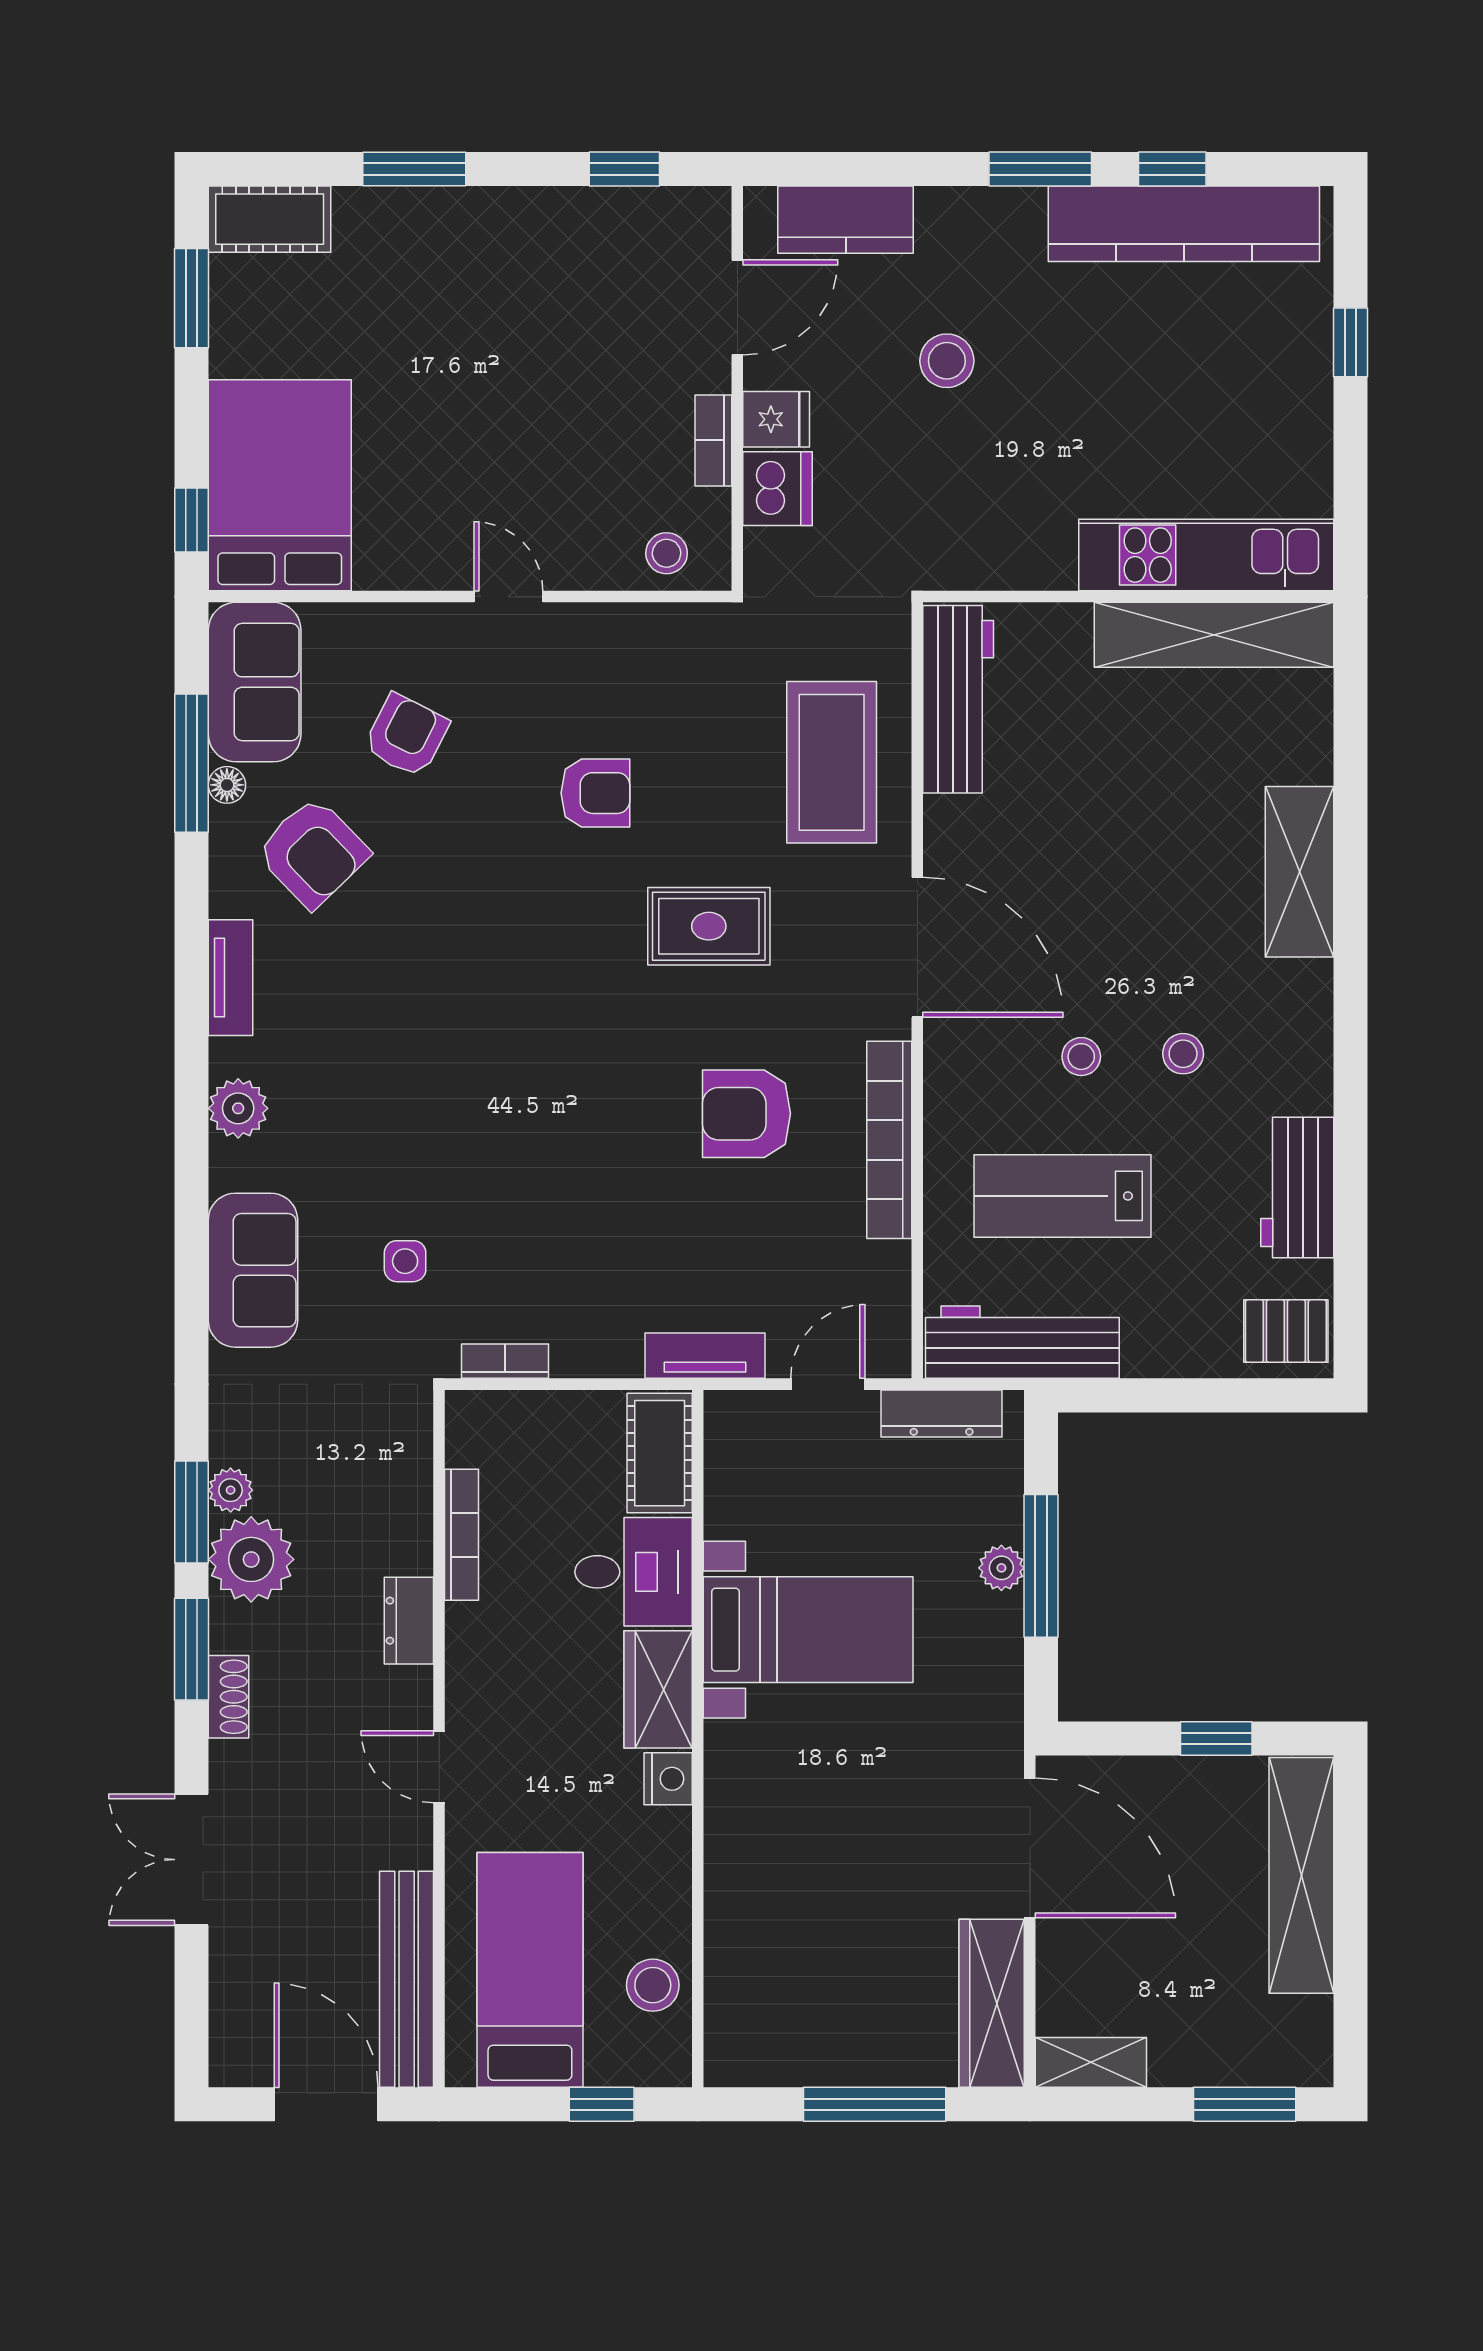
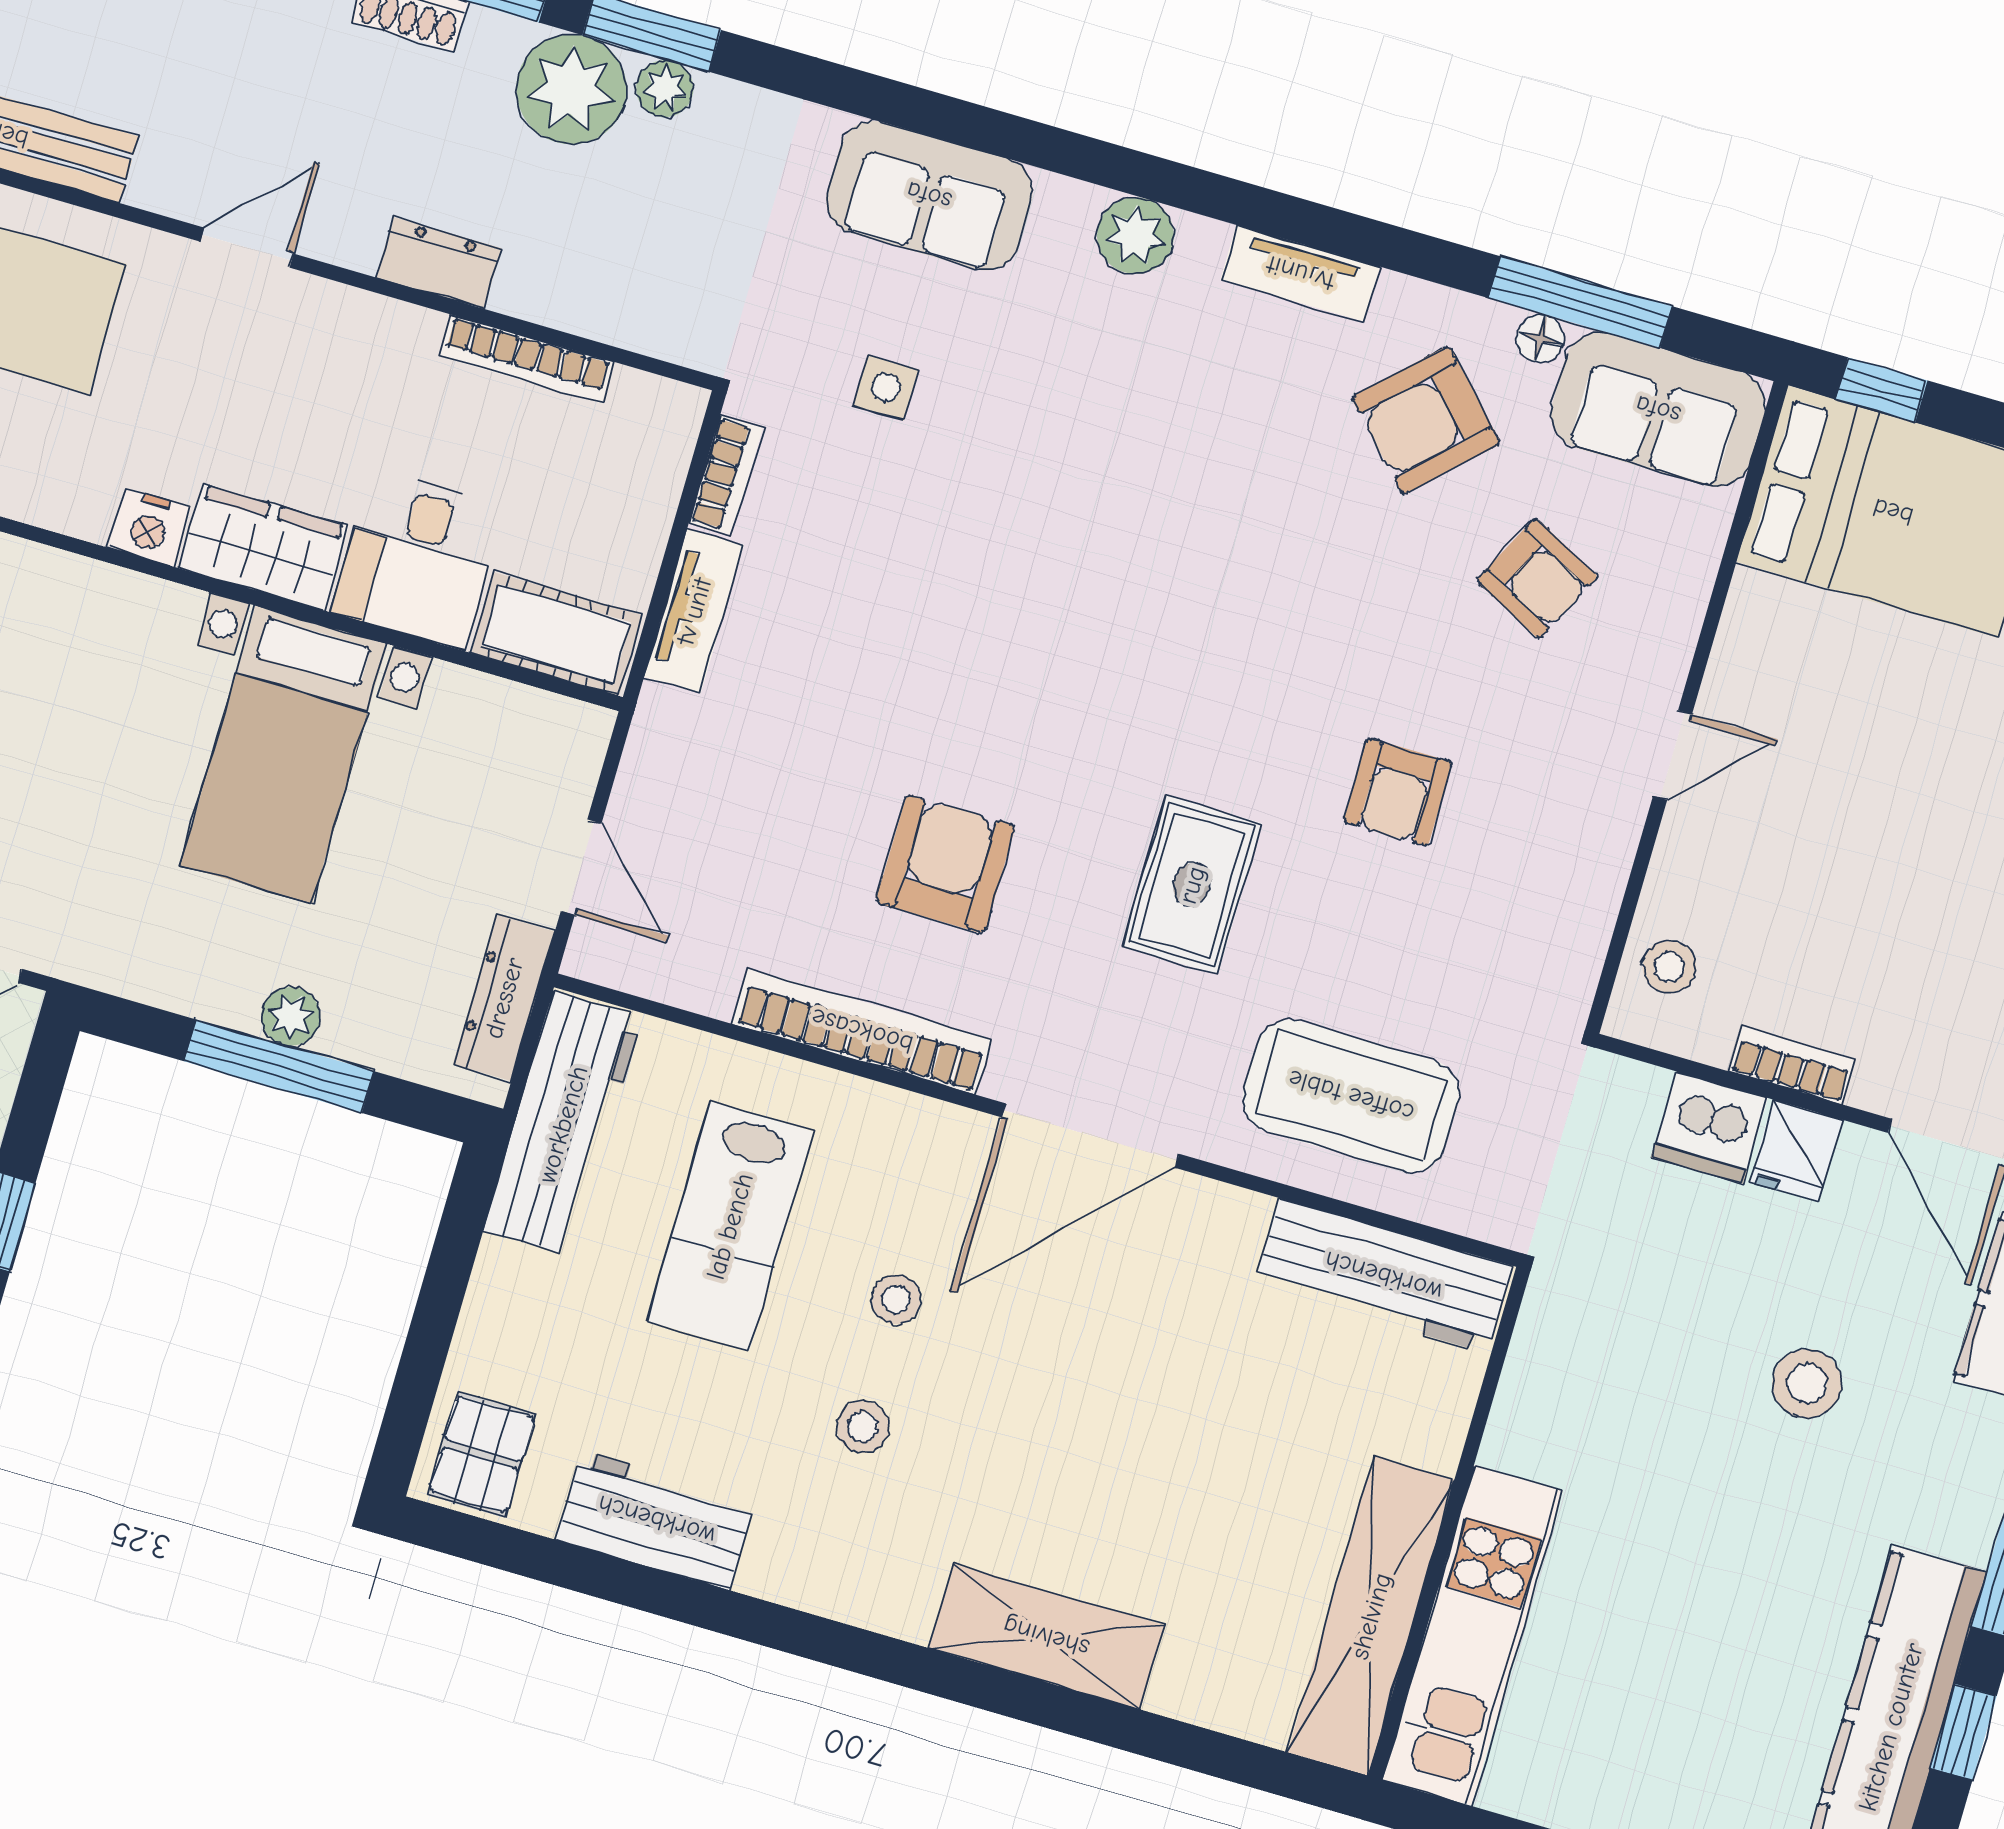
lab bench: (1062, 1196) -> (730, 1226), turned 180
tv unit: (705, 1356) -> (694, 611), moved

